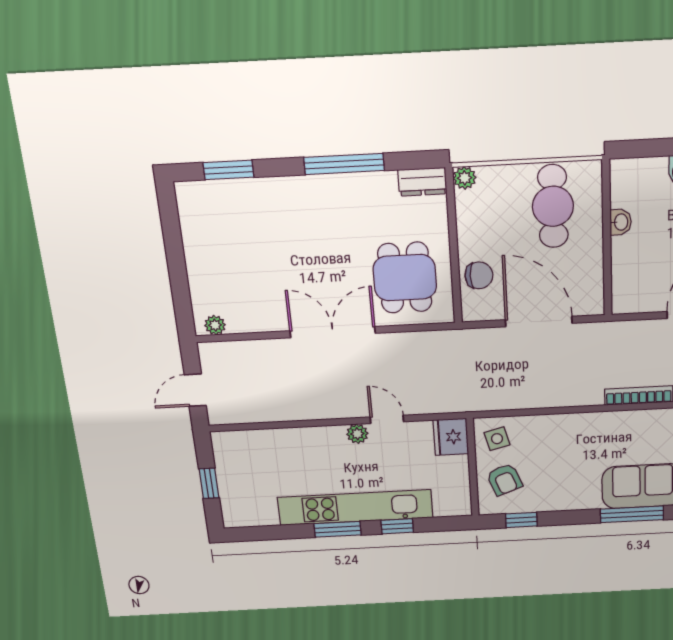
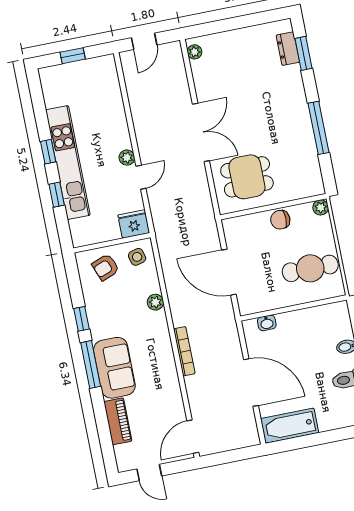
dresser: (422, 182) -> (288, 49), moved
washbasin: (621, 222) -> (267, 323), moved
chair: (479, 275) -> (280, 220), moved, turned 90
door: (539, 322) -> (229, 272), swing flipped
door: (195, 390) -> (144, 41), swing flipped
plant: (564, 424) -> (155, 302), added
window: (521, 520) -> (82, 319), moved
window: (338, 529) -> (48, 152), width x0.67

